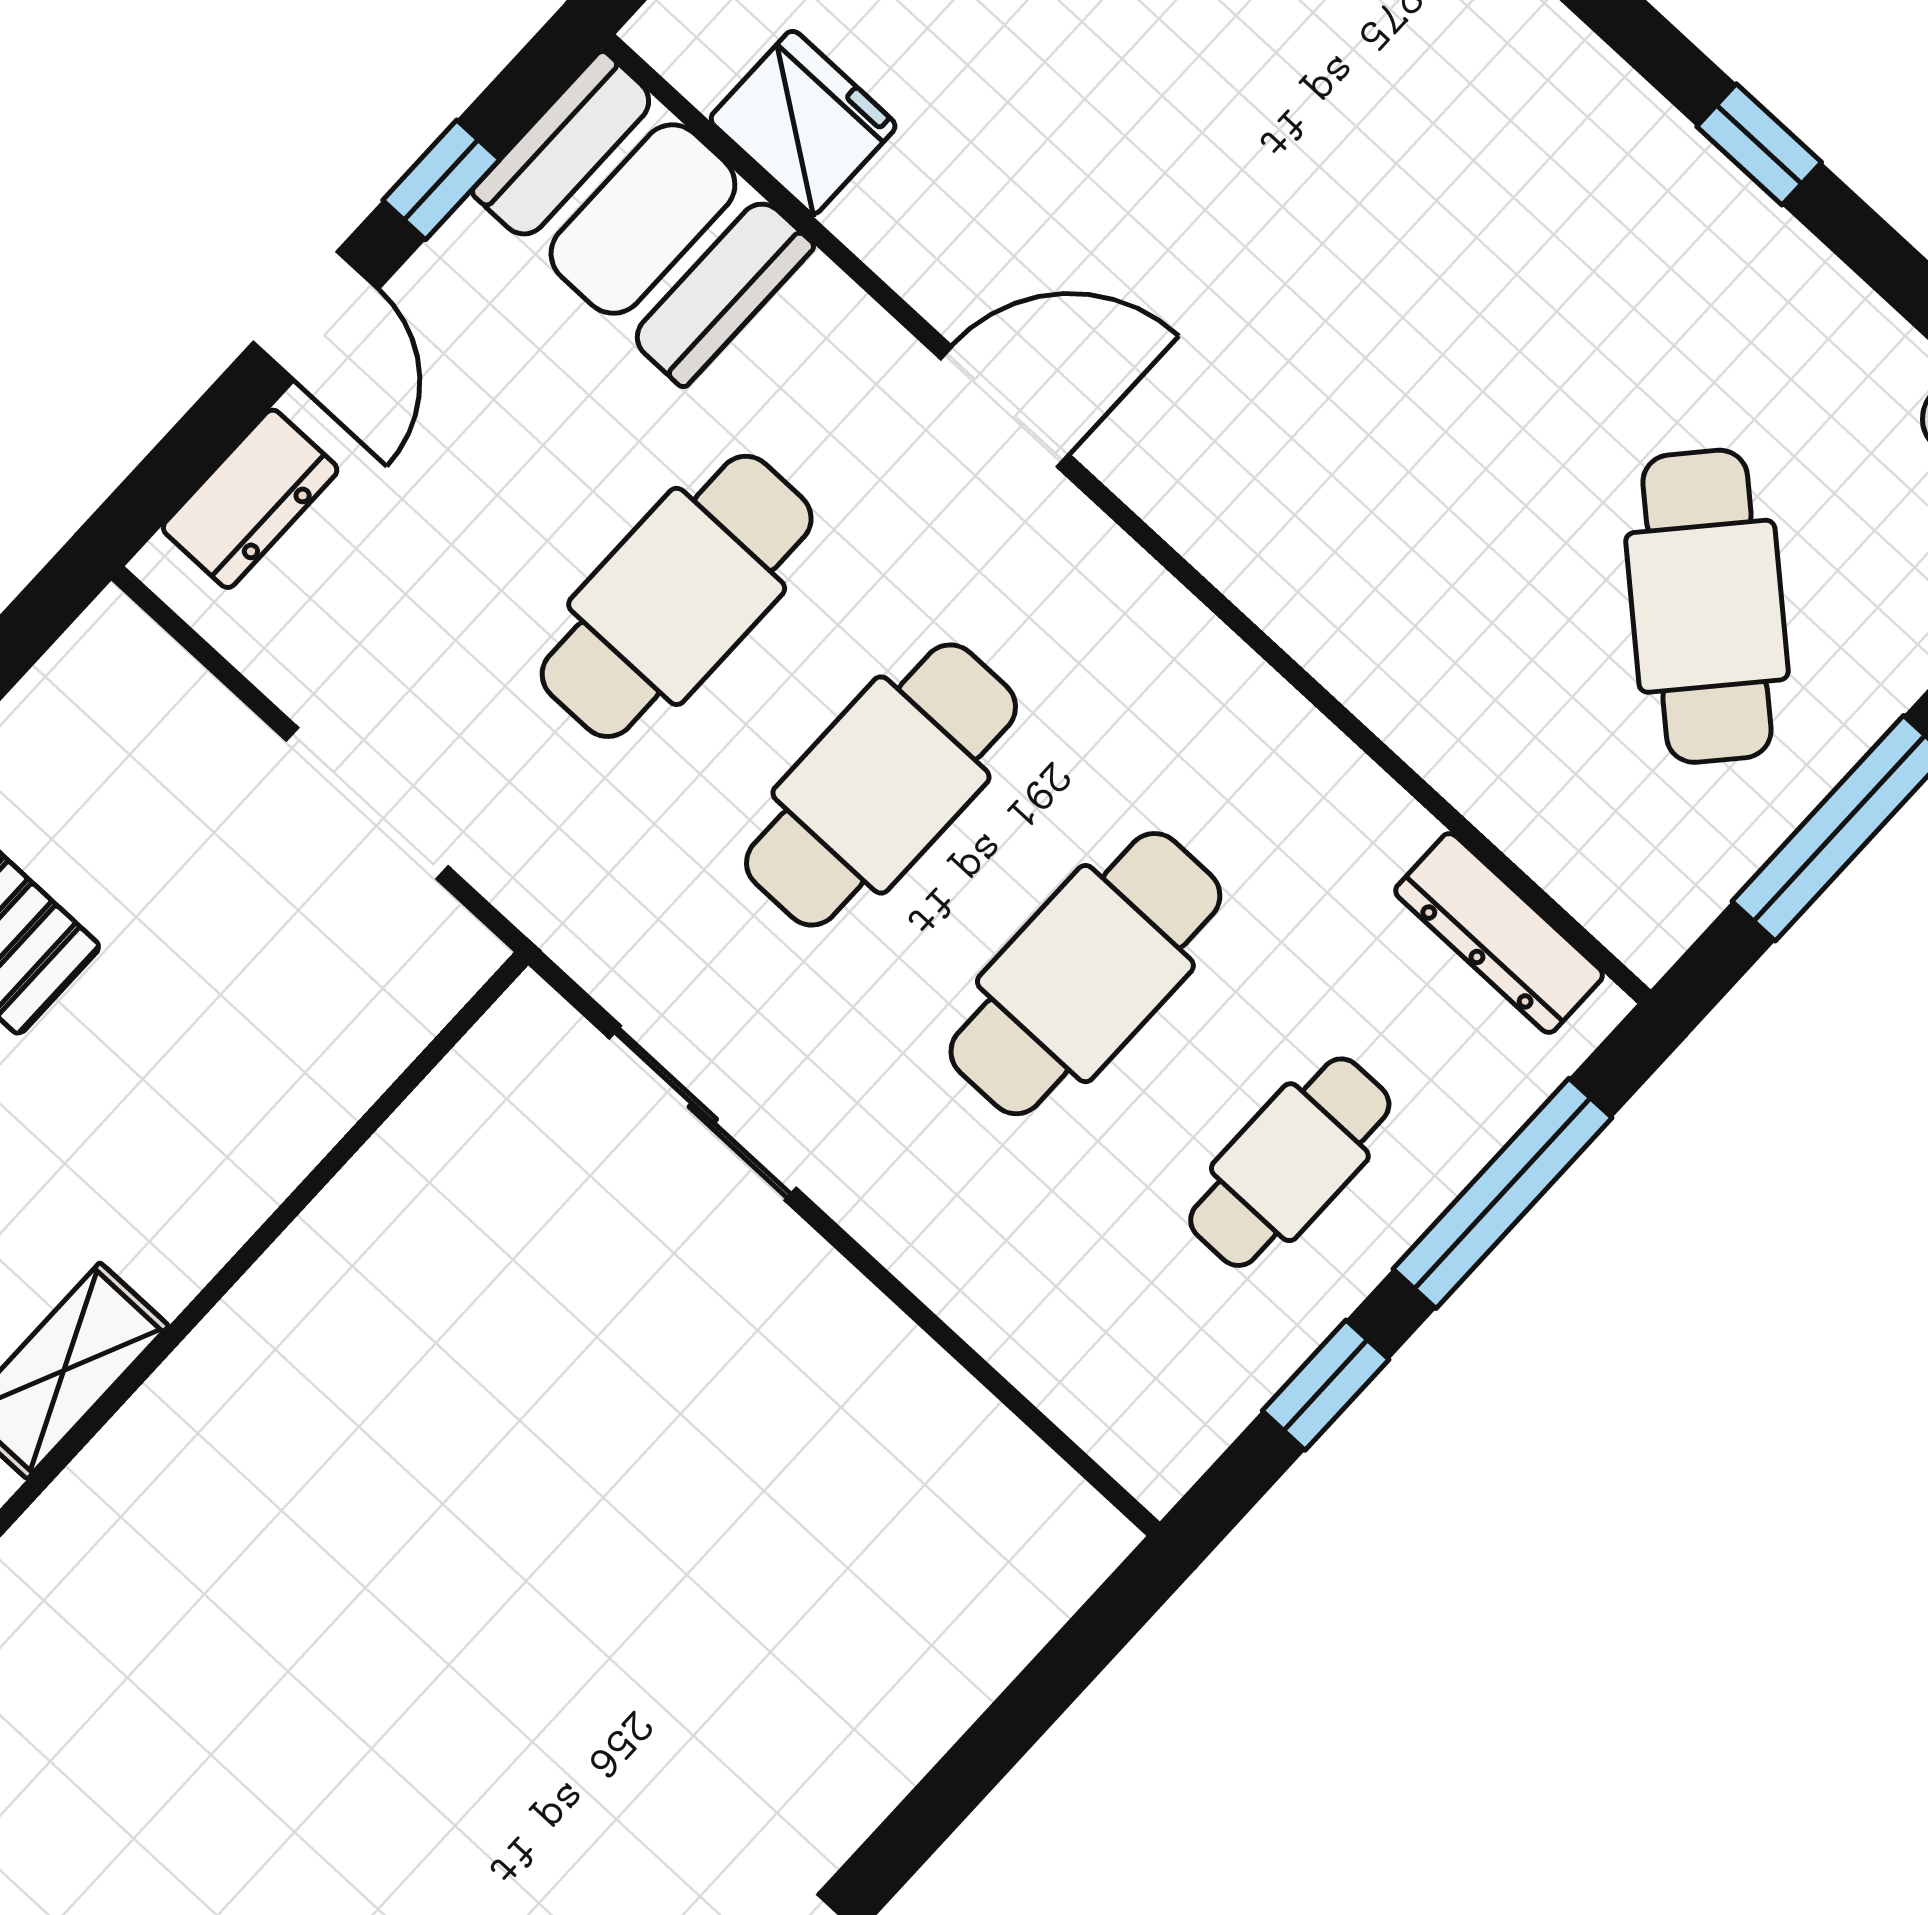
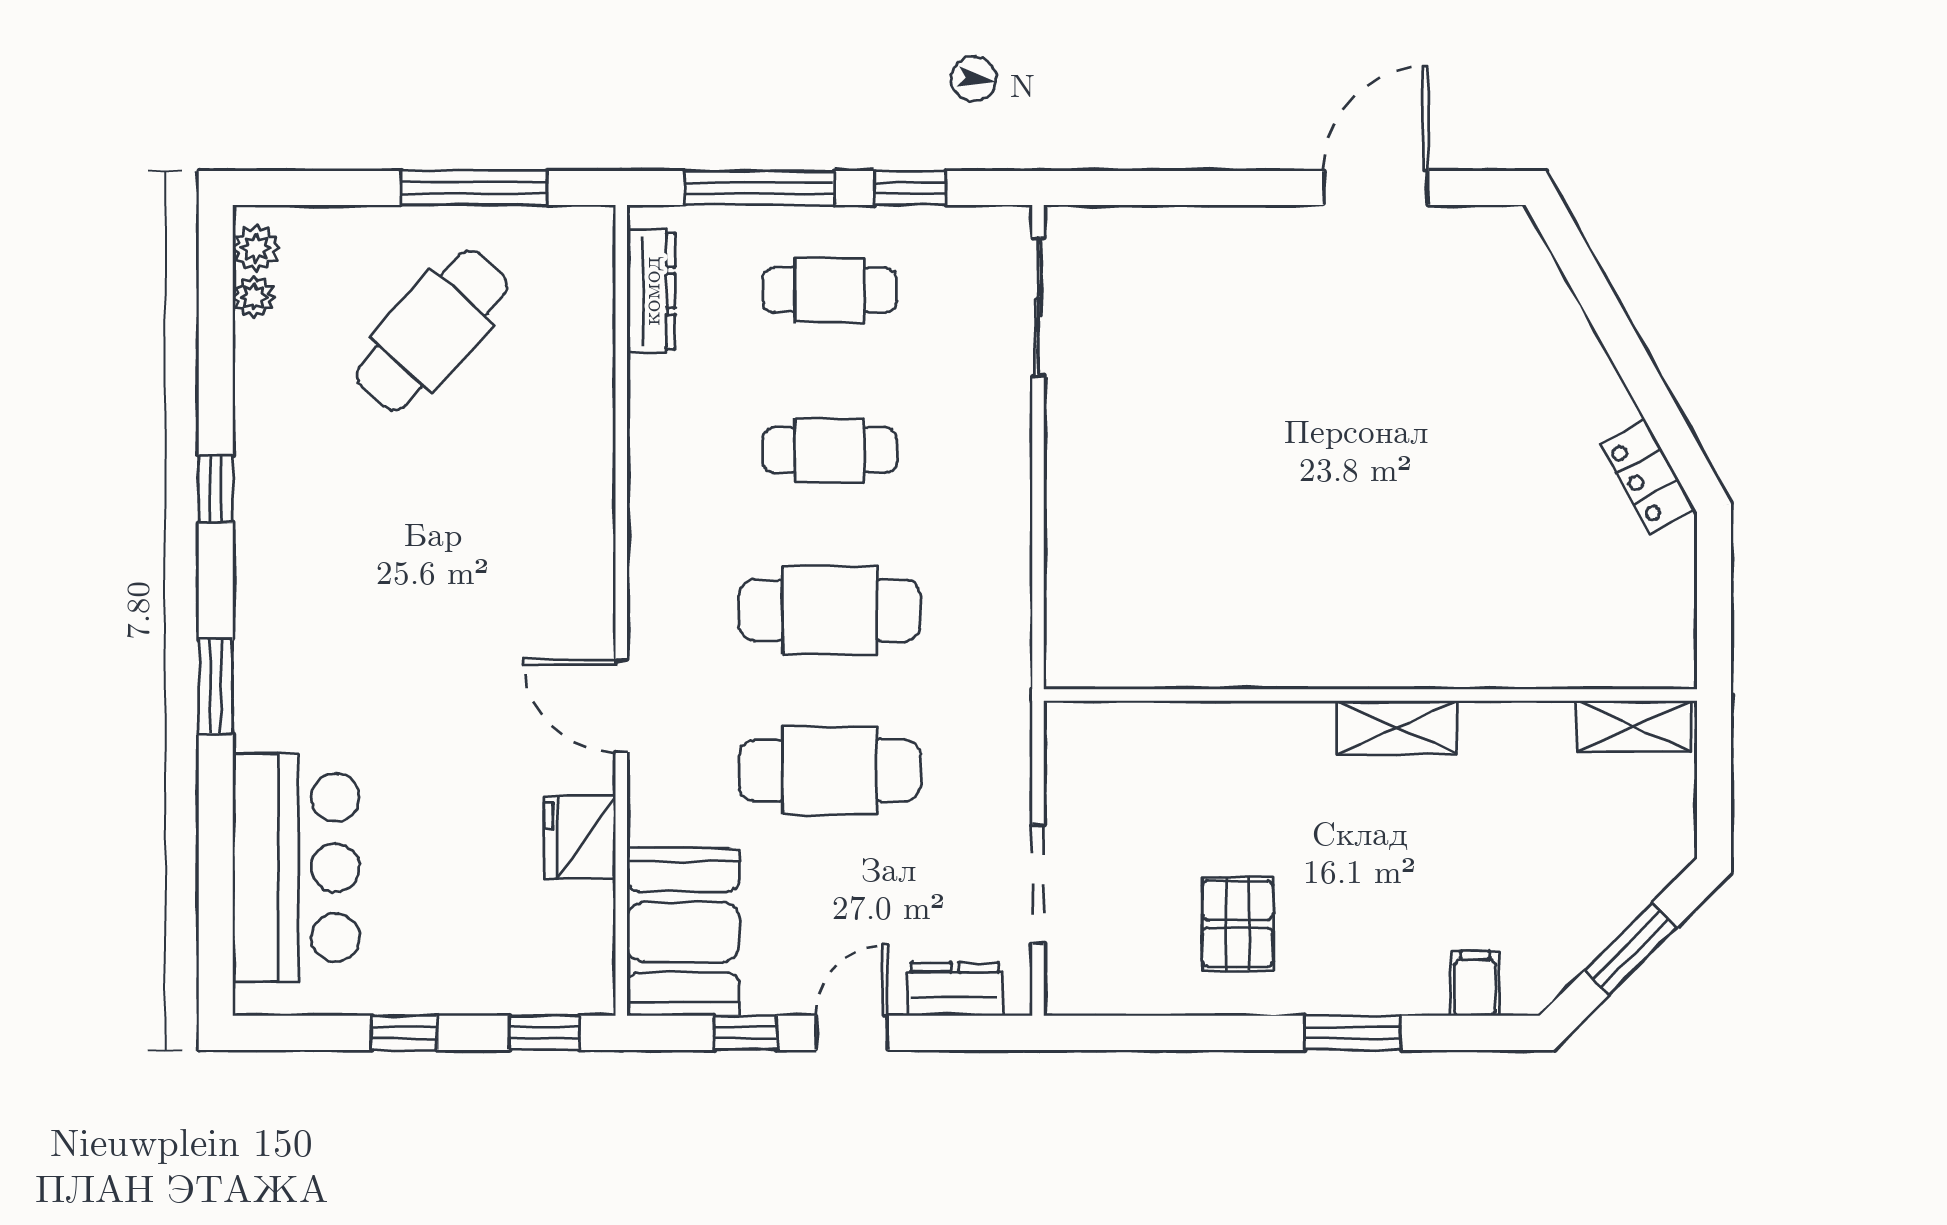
fridge: (803, 122) -> (580, 837), moved
doorway: (367, 803) -> (1038, 884), moved
cafe table: (1085, 974) -> (830, 450), width x0.73, depth x0.74
sliding door: (703, 1113) -> (1038, 307), moved

